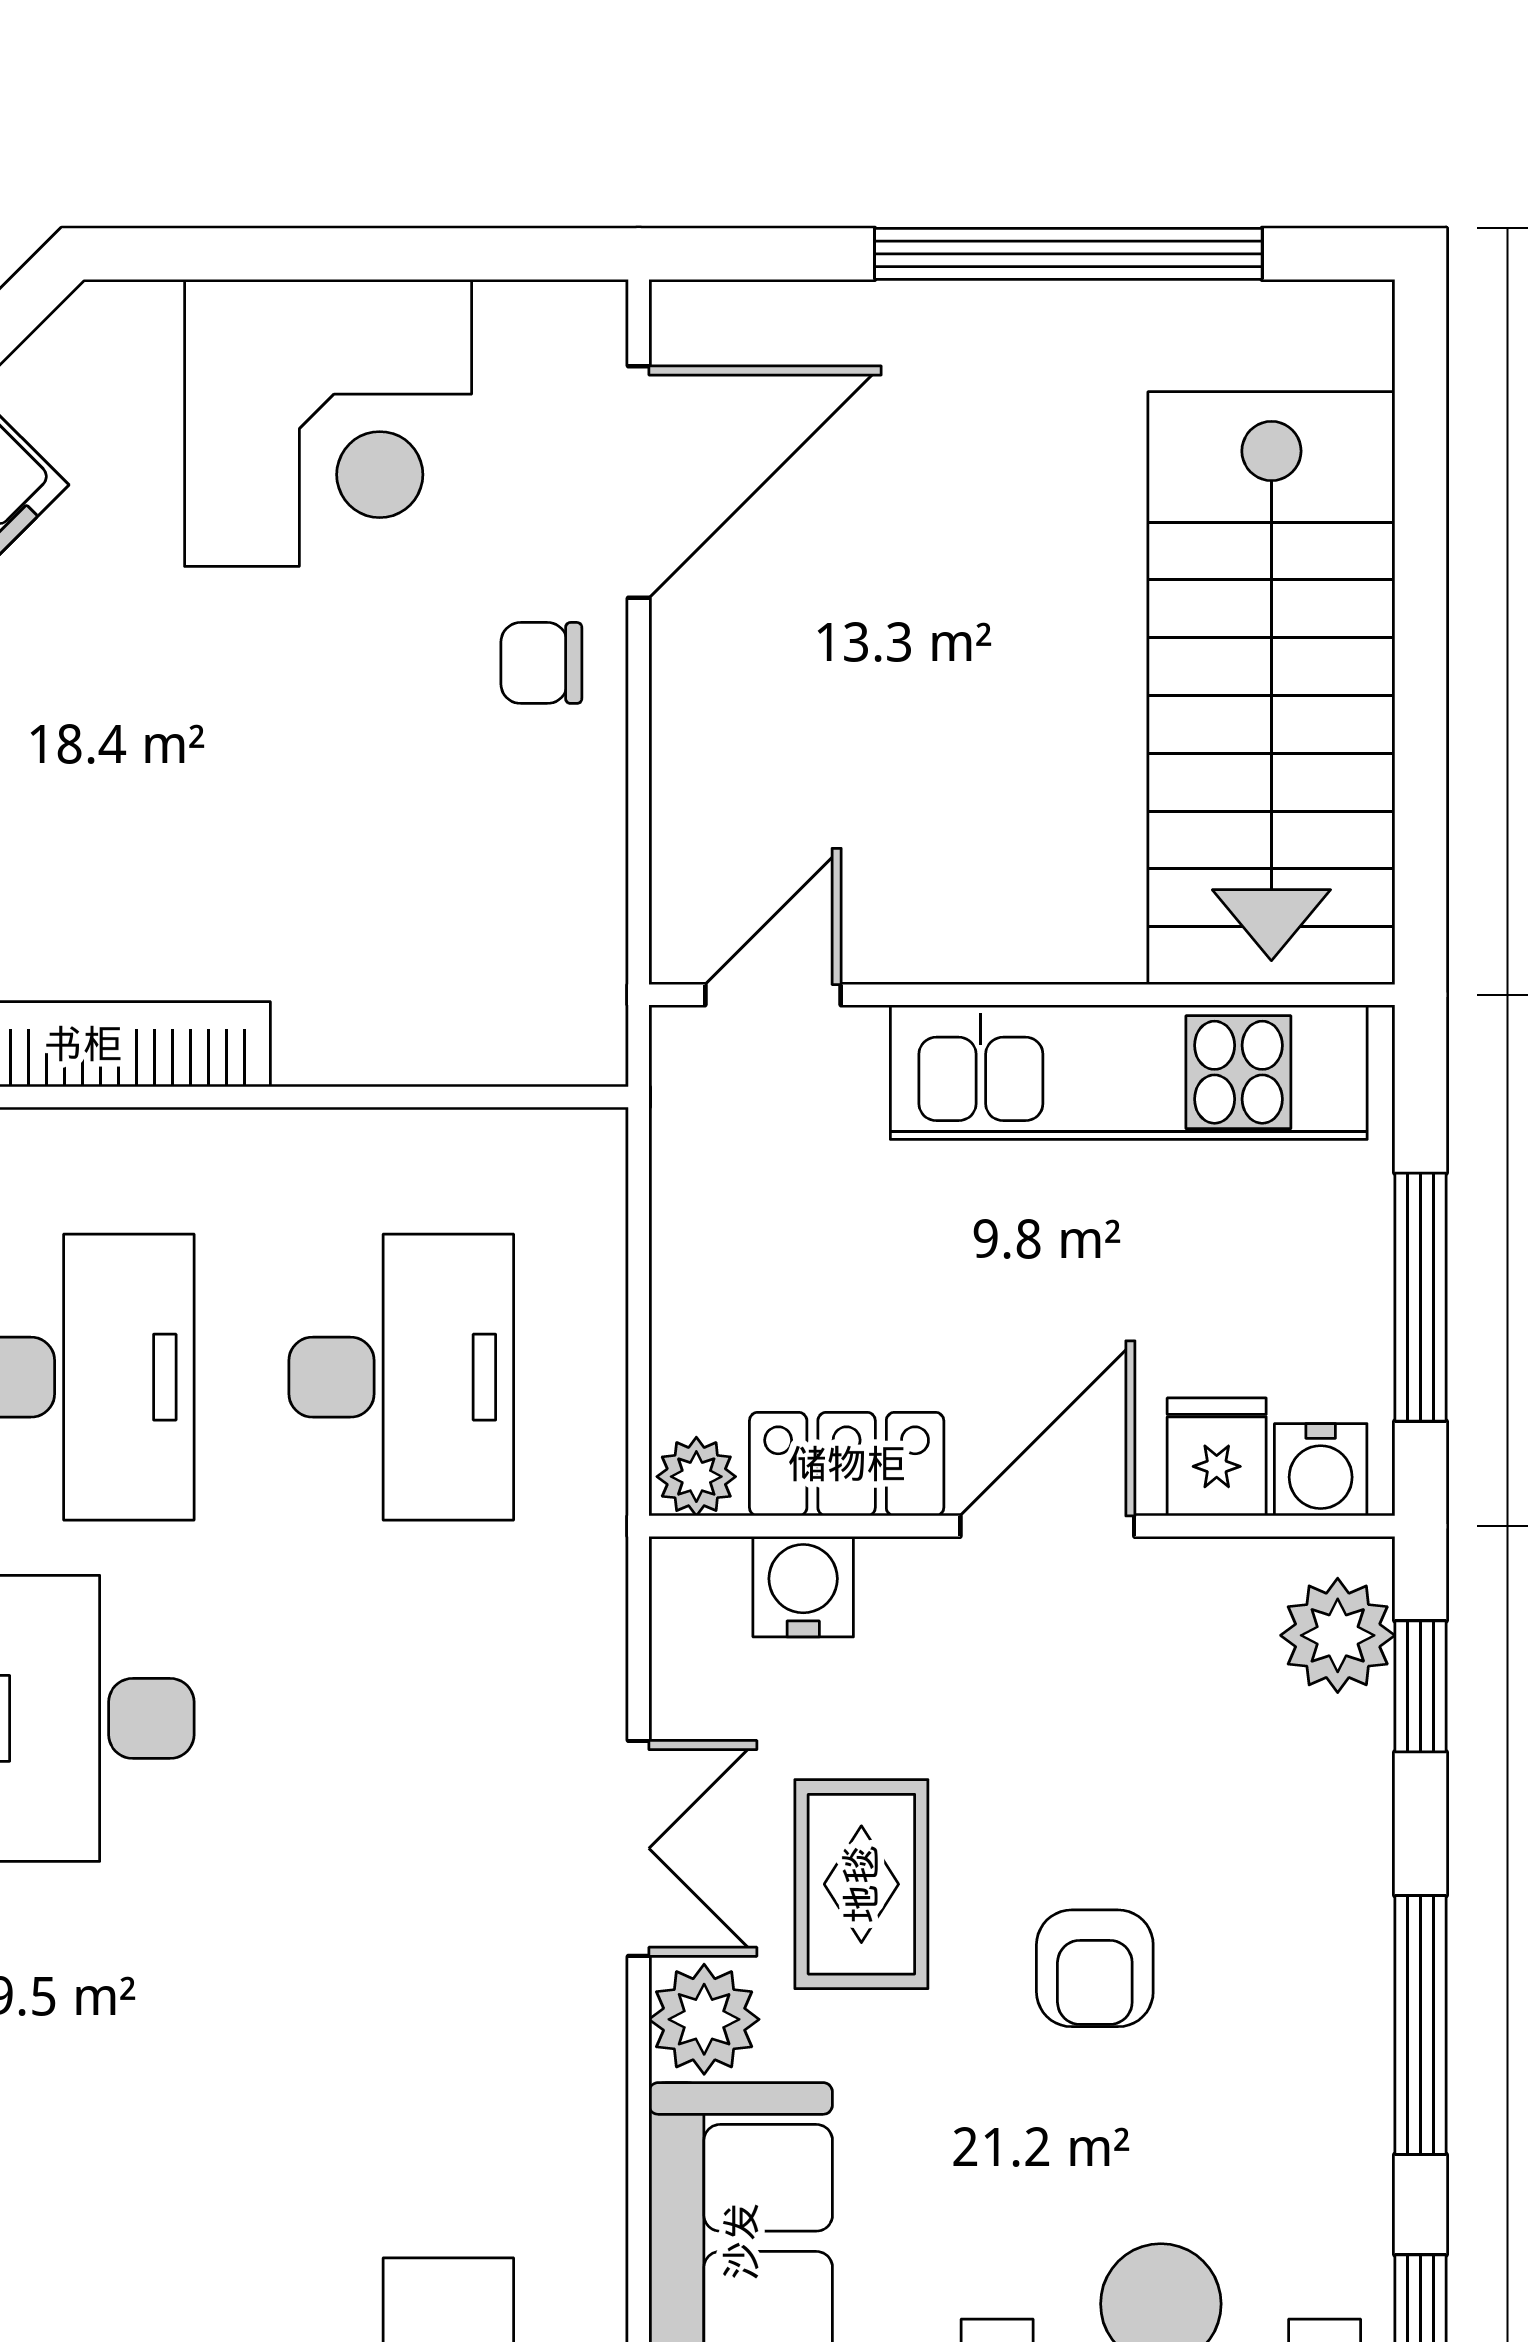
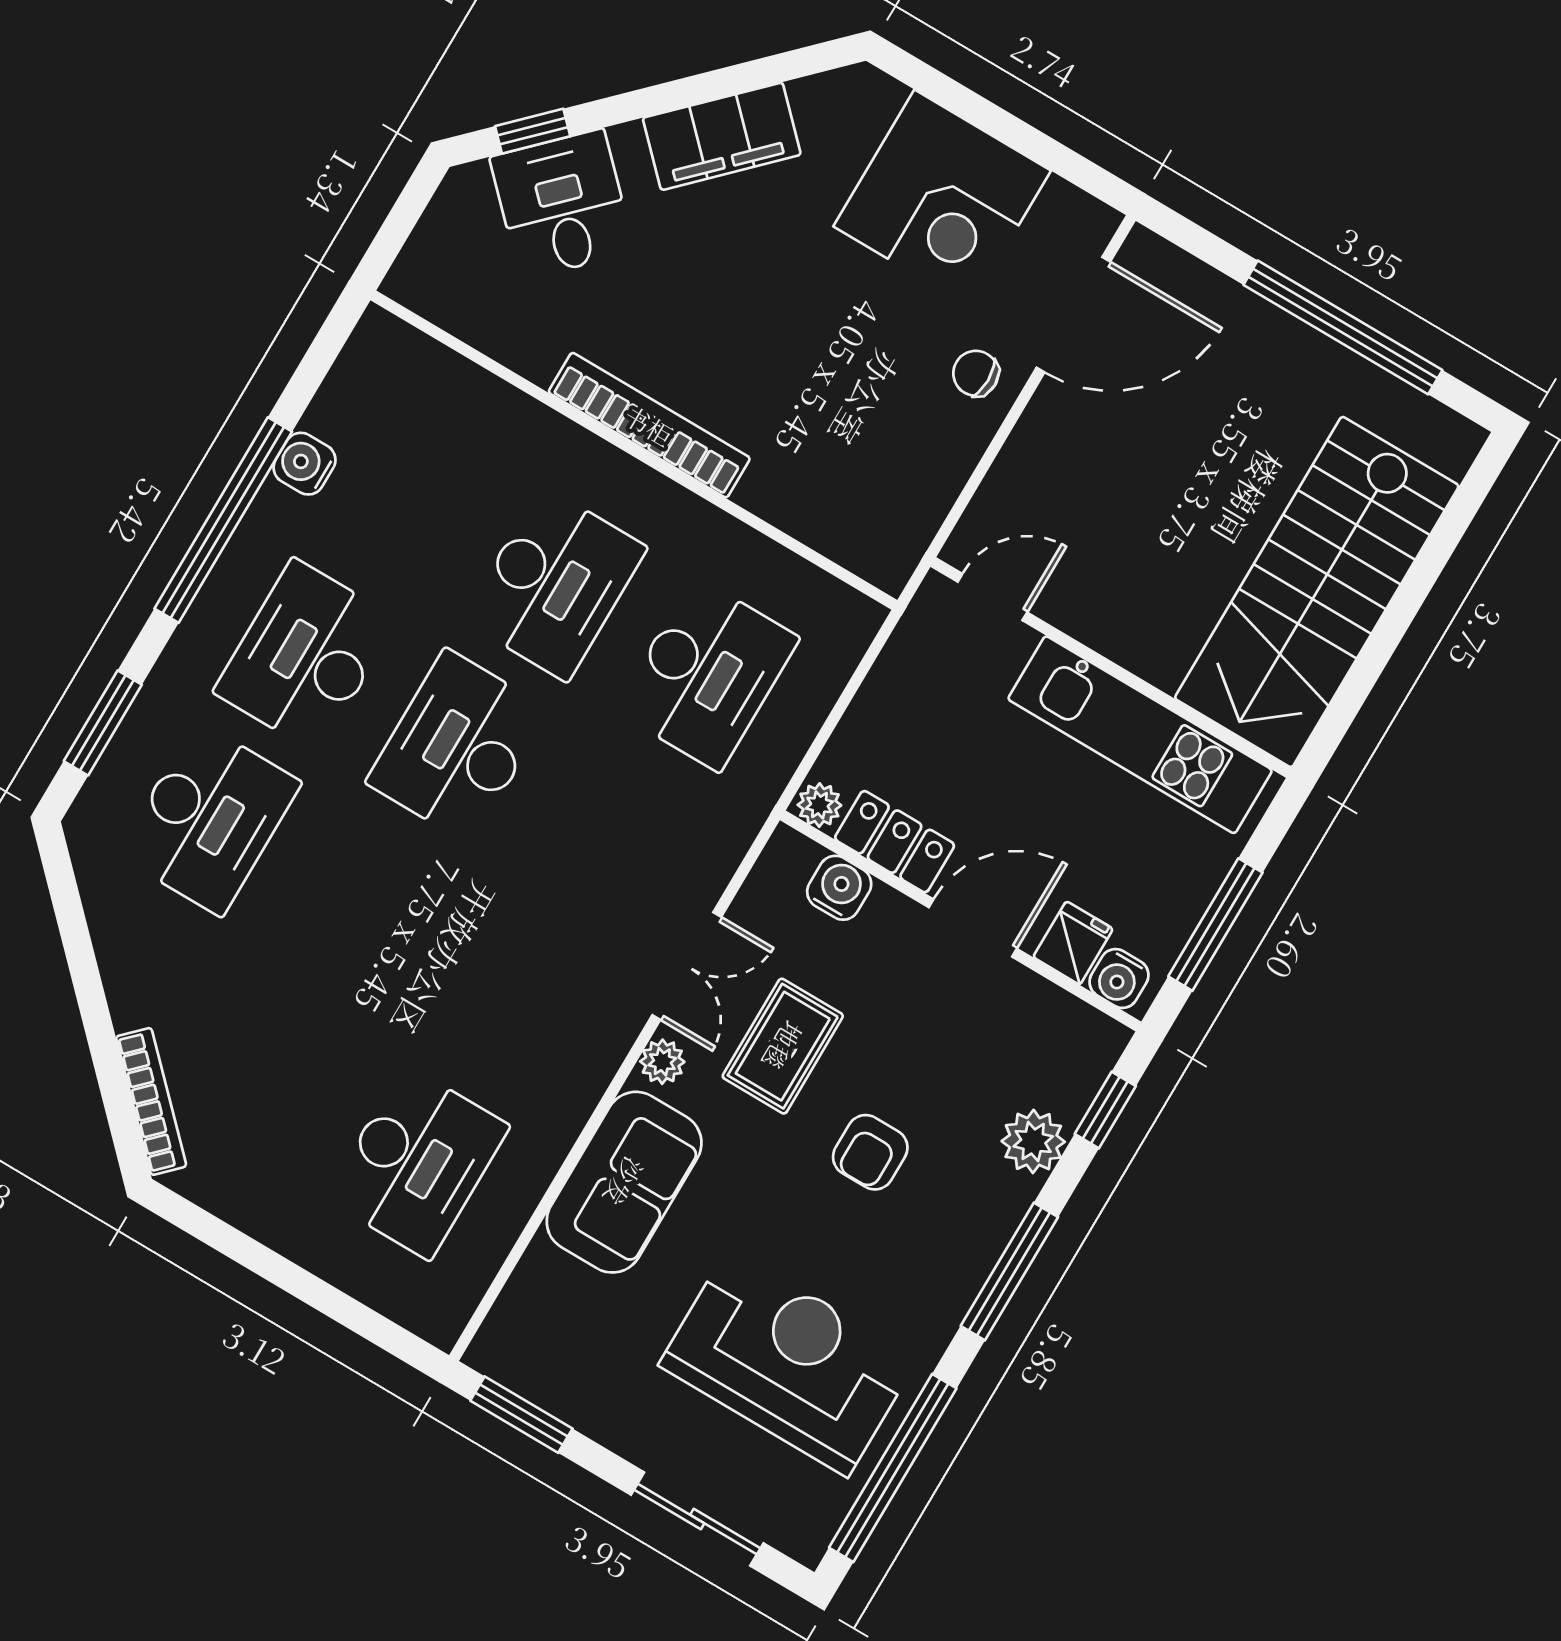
plant: (1338, 1635) -> (1033, 1141), moved
plant: (704, 2019) -> (662, 1062), width x0.73, depth x0.73

